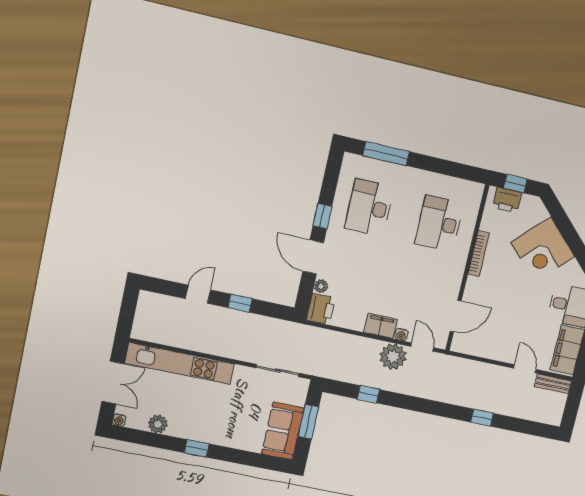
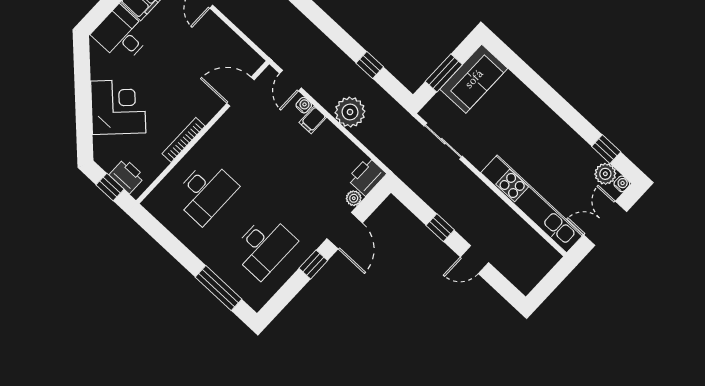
filing cabinet: (381, 326) -> (313, 120), width x0.50
plant: (393, 357) -> (350, 112), moved
plant: (158, 424) -> (605, 174), moved
window: (197, 448) -> (606, 149), moved

